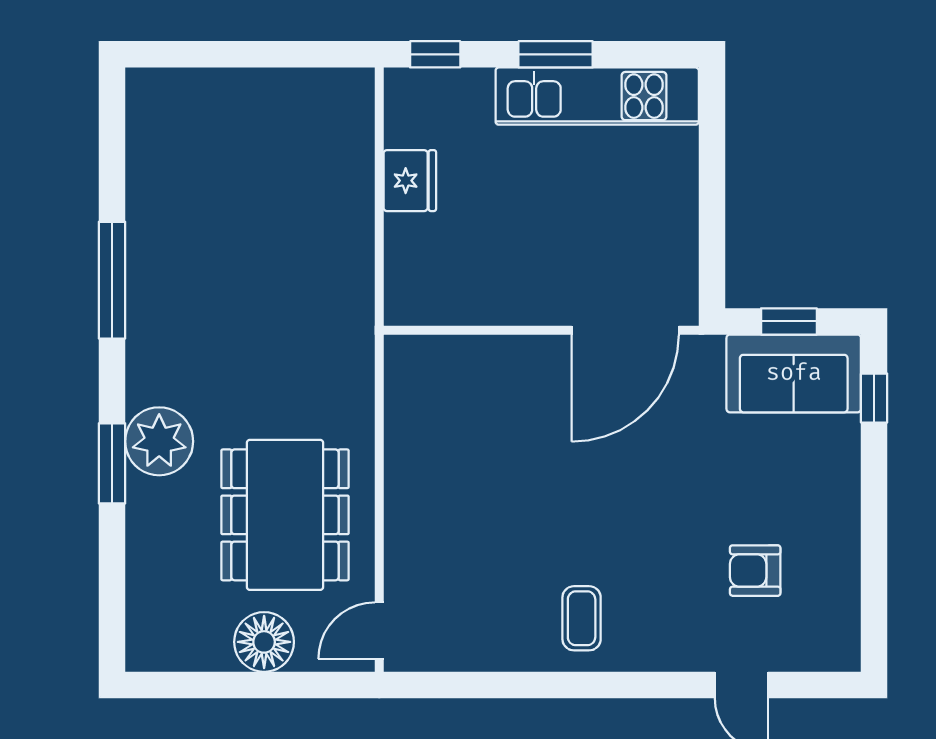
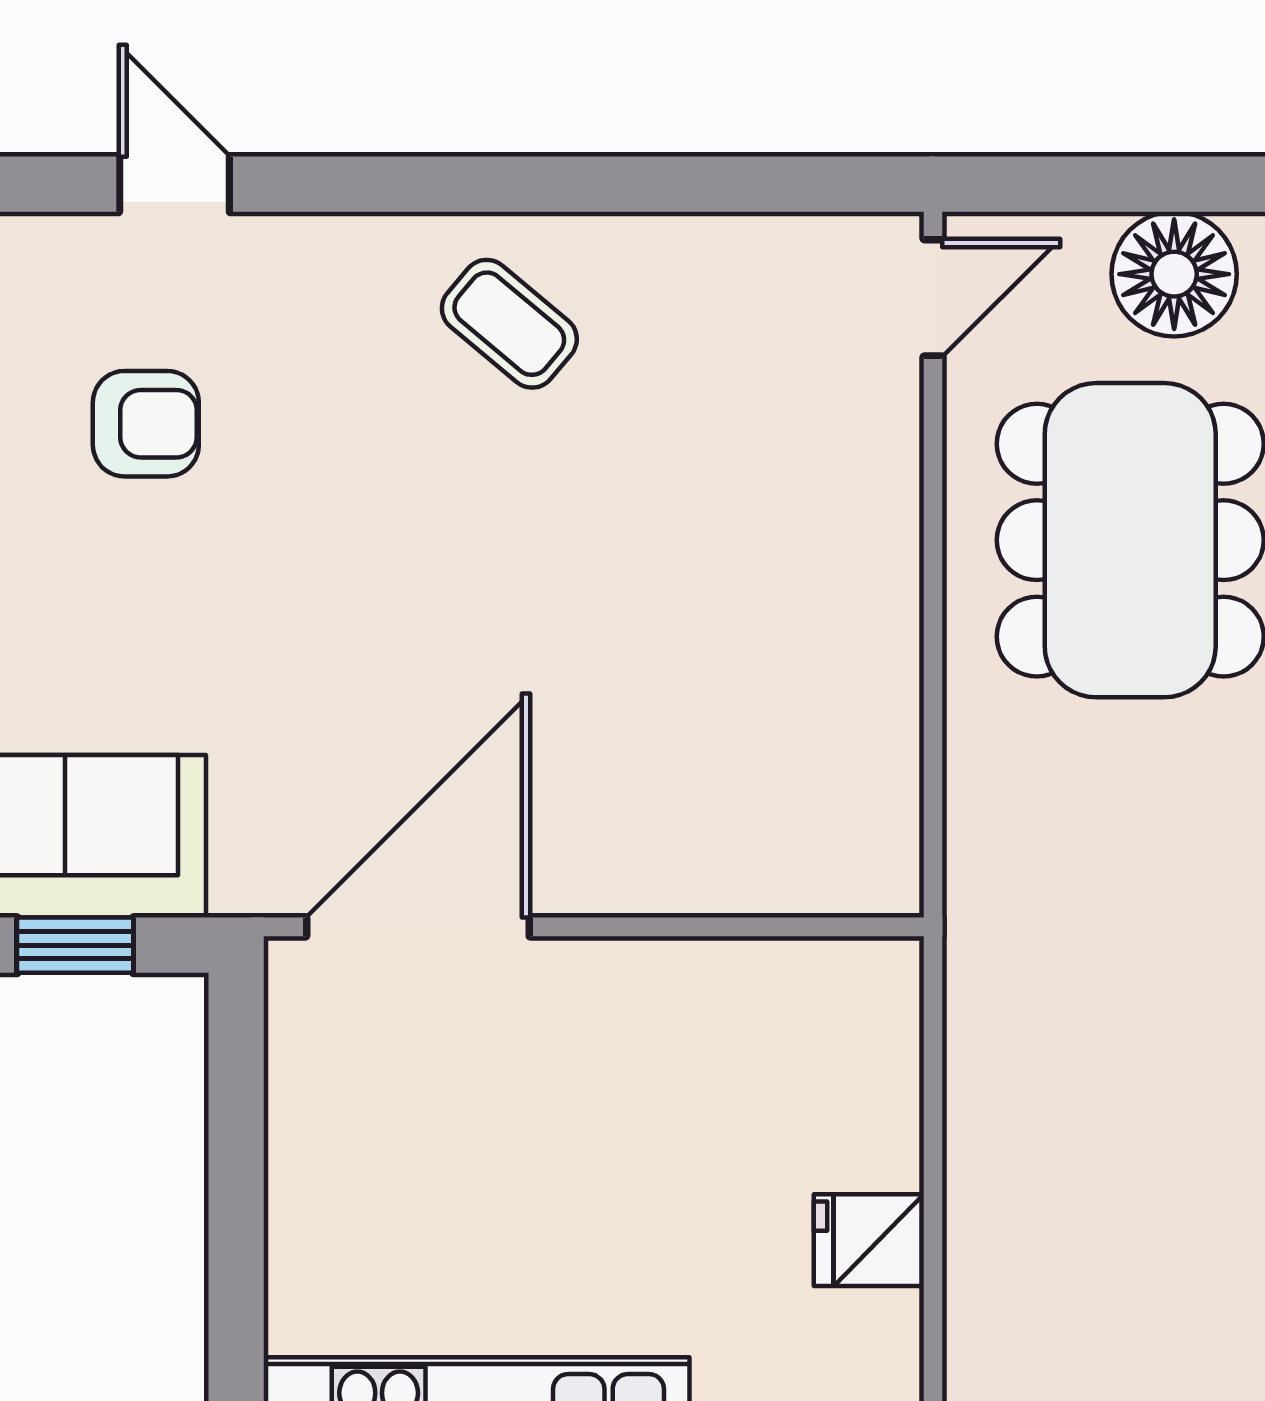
fridge: (410, 181) -> (869, 1240), width x0.72
coffee table: (582, 618) -> (509, 324), turned -50

